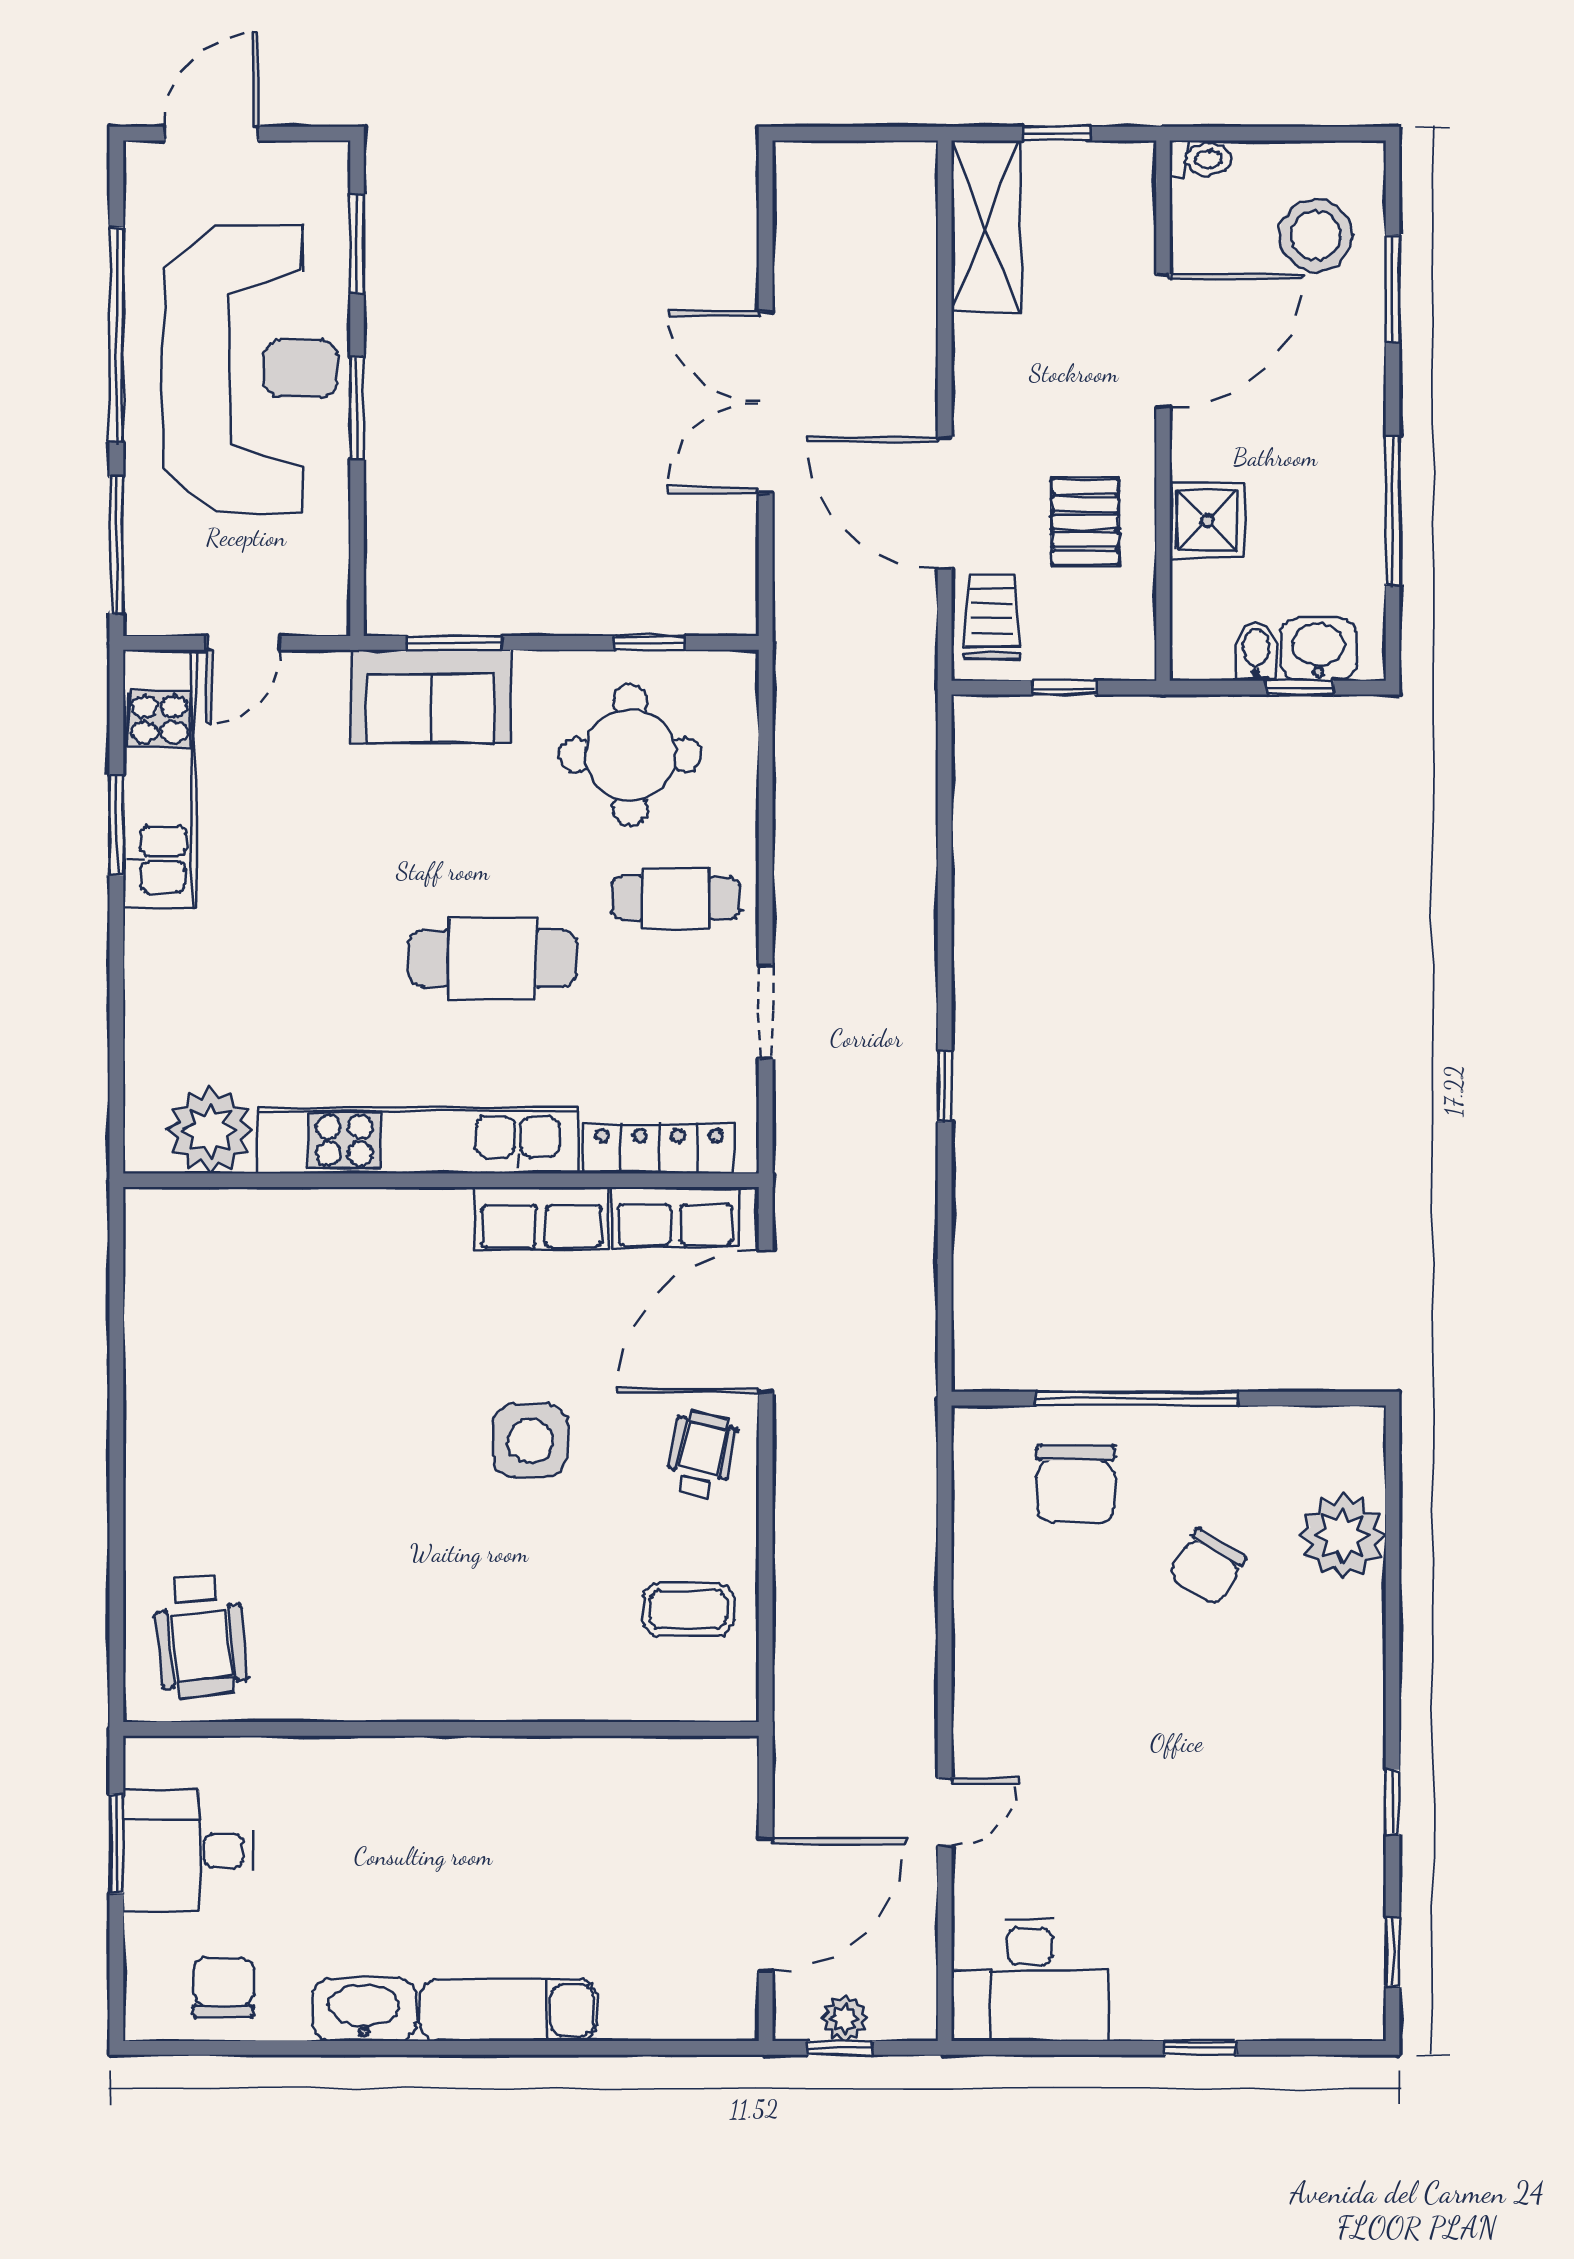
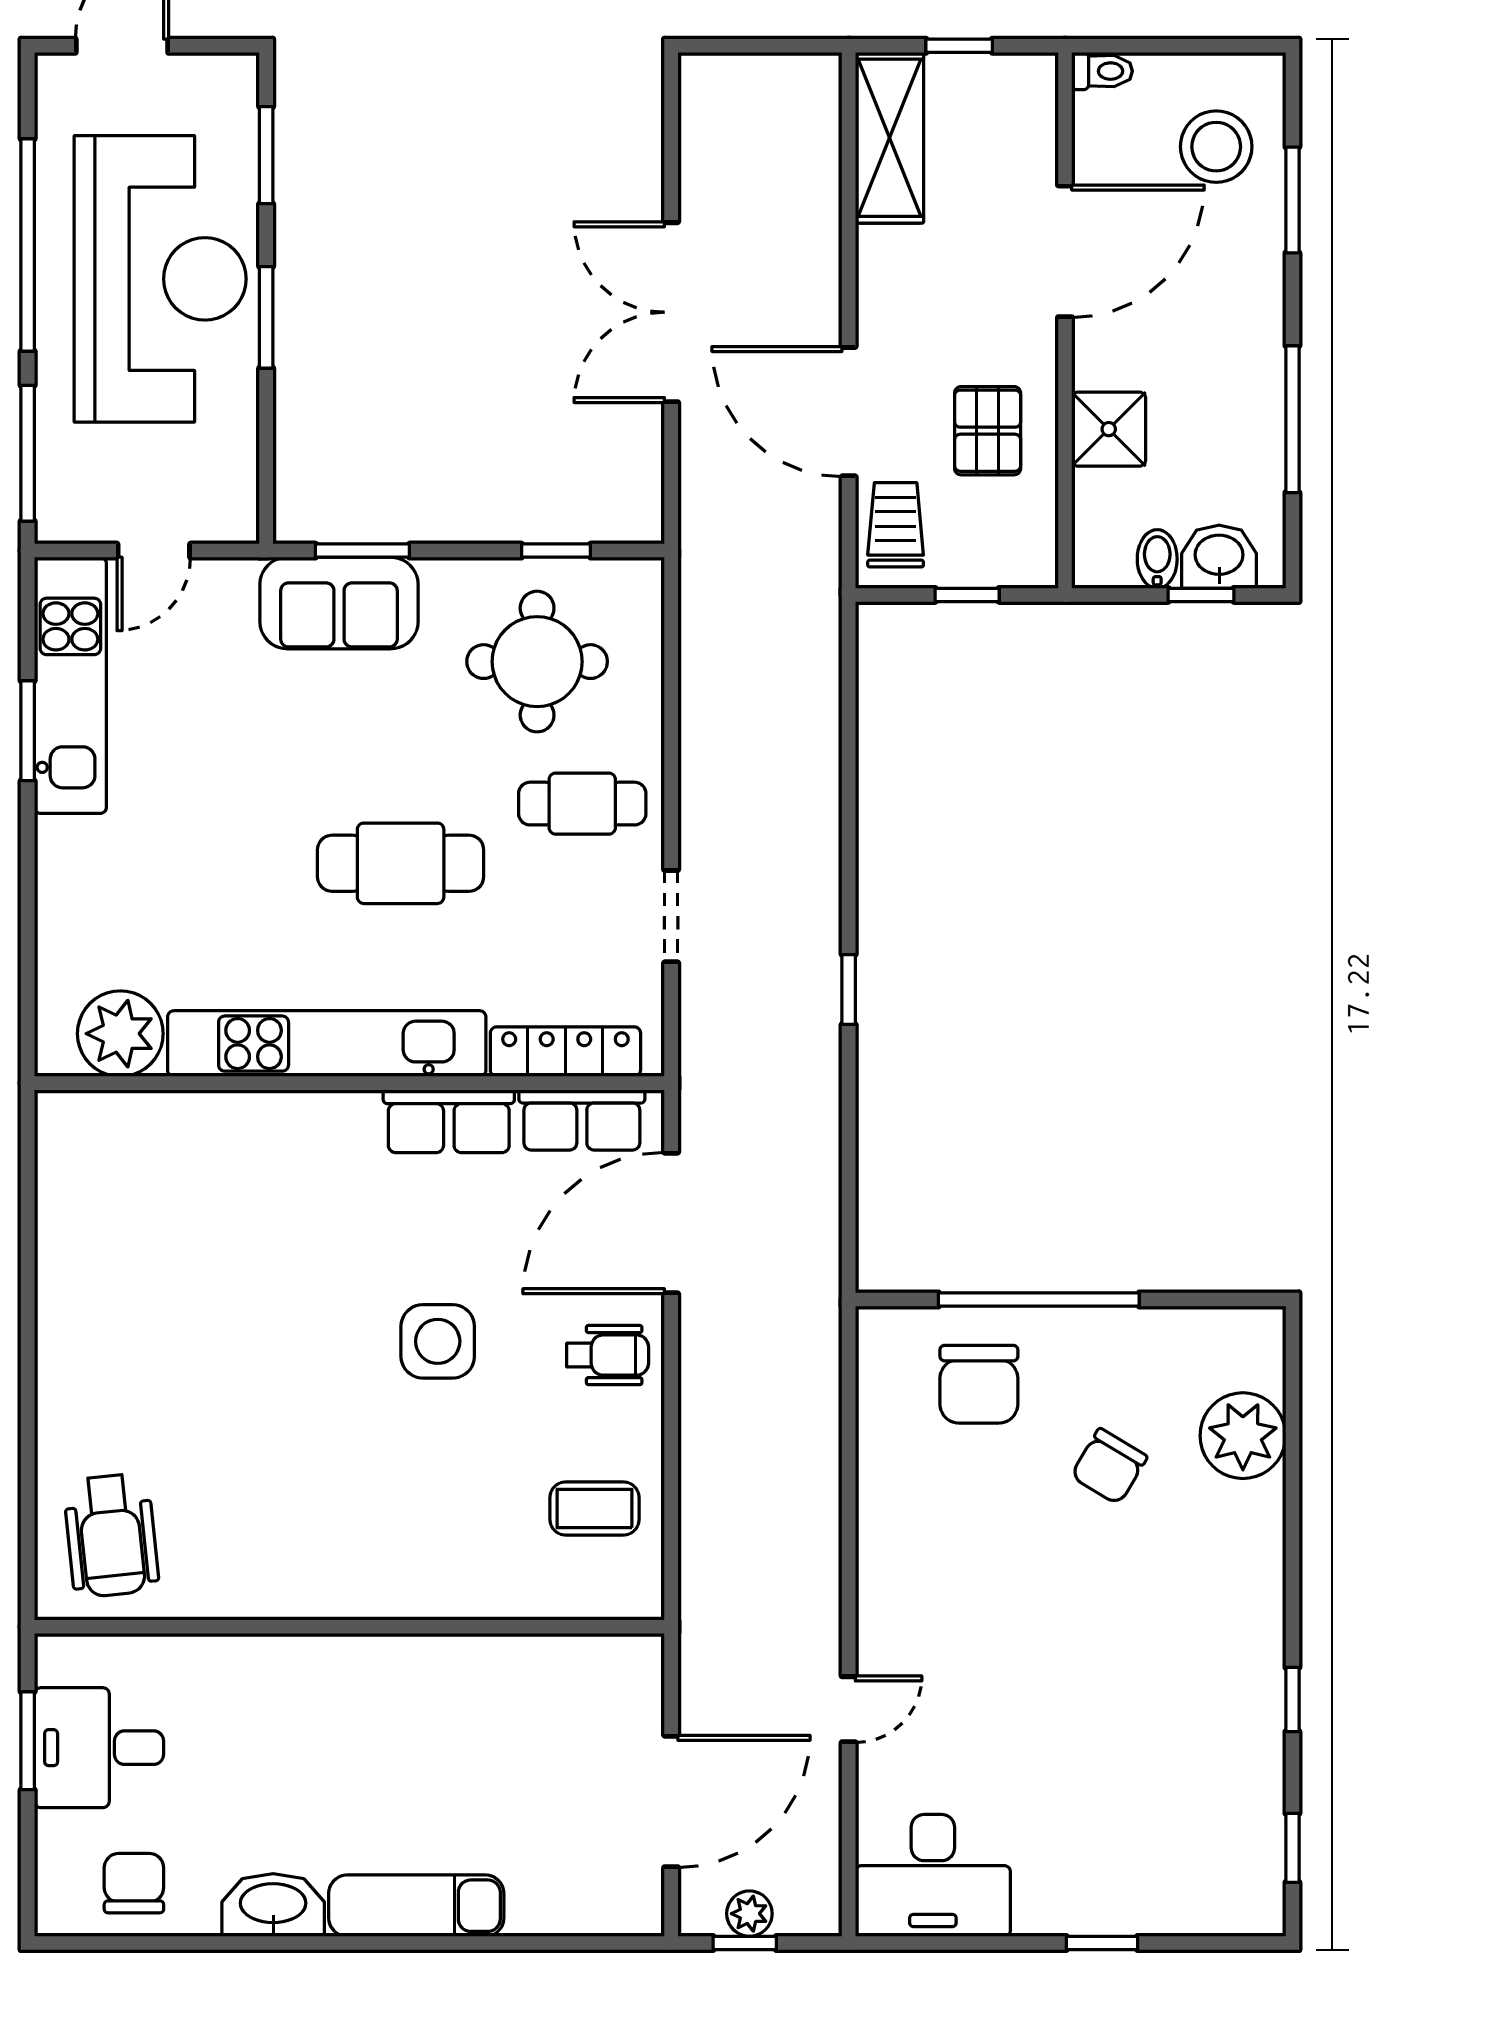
wheelchair: (701, 1455) -> (608, 1355), turned 78

